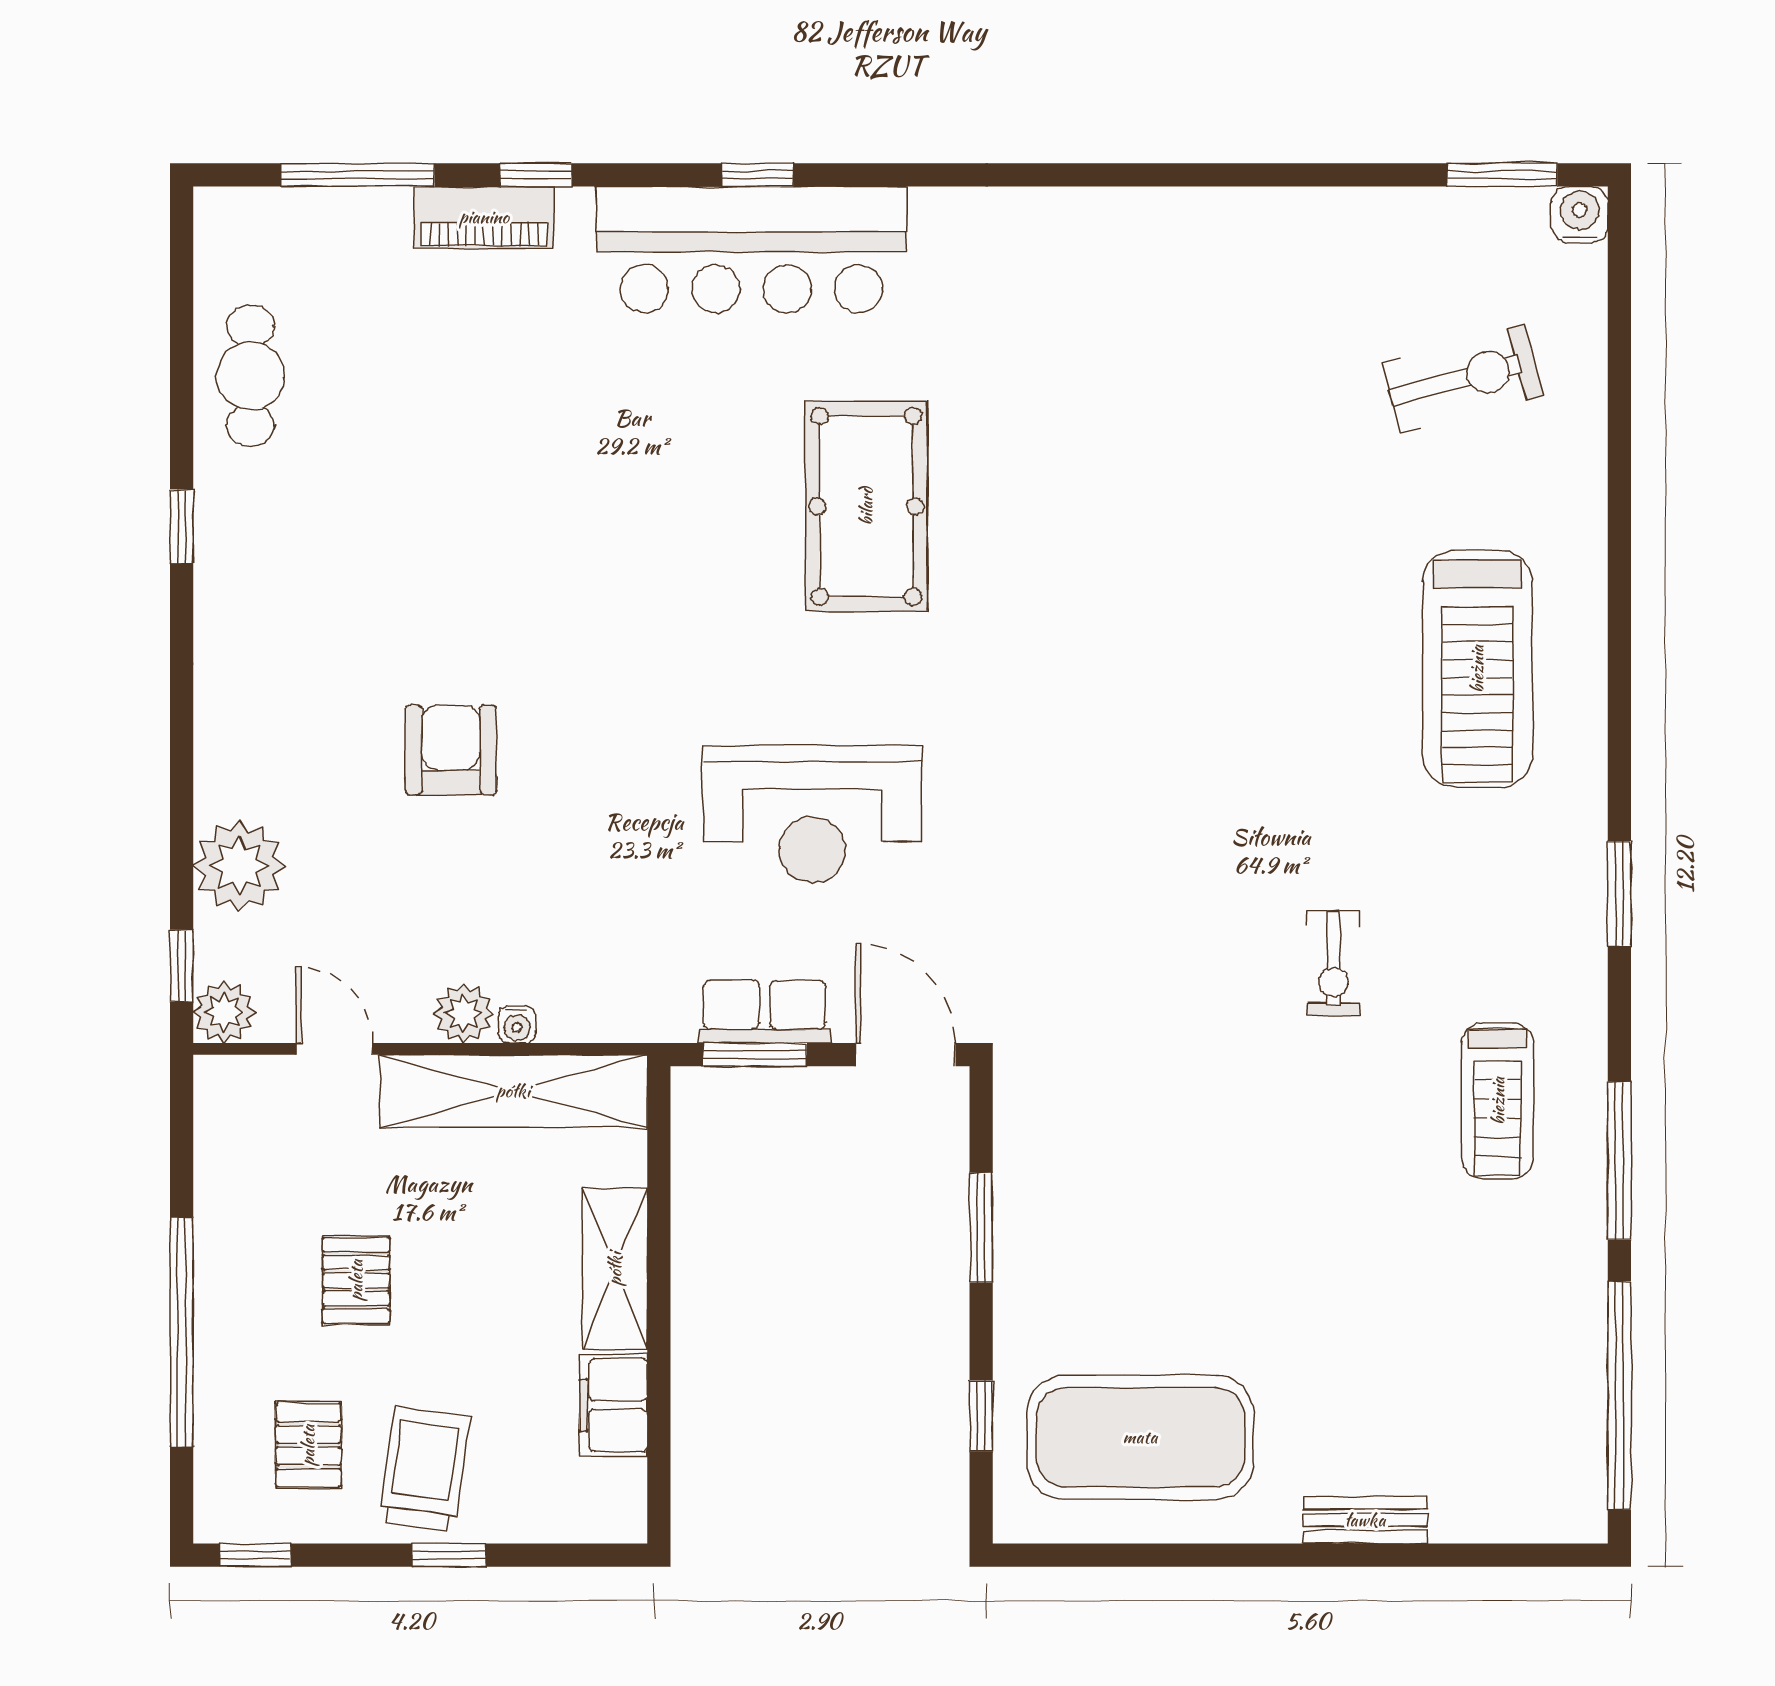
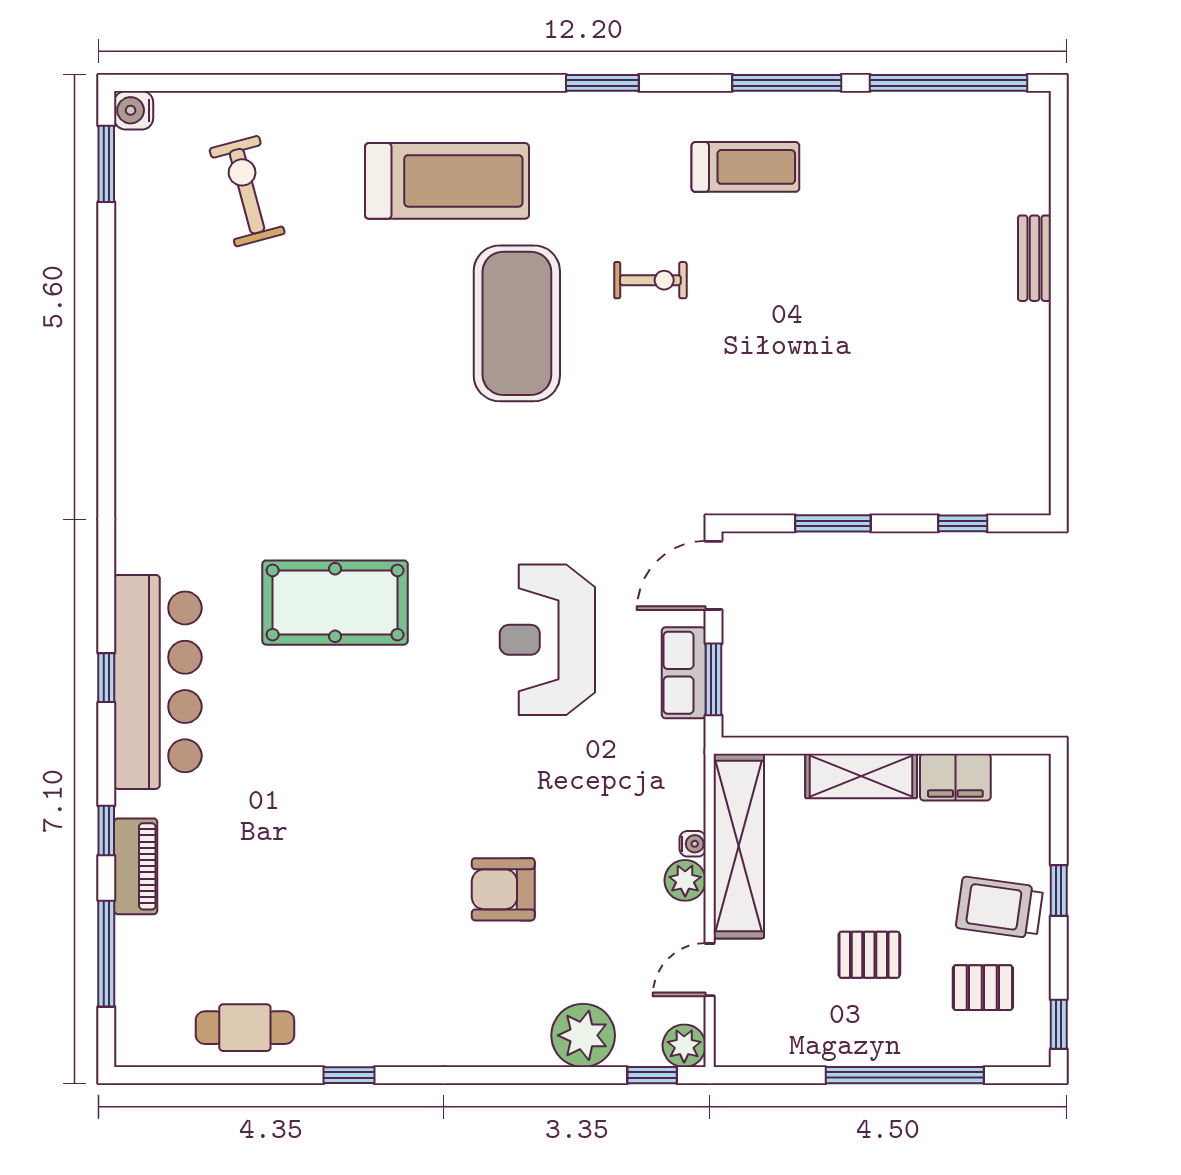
reception desk: (812, 814) -> (547, 640), turned 180
exercise mat: (1140, 1437) -> (517, 323), moved

